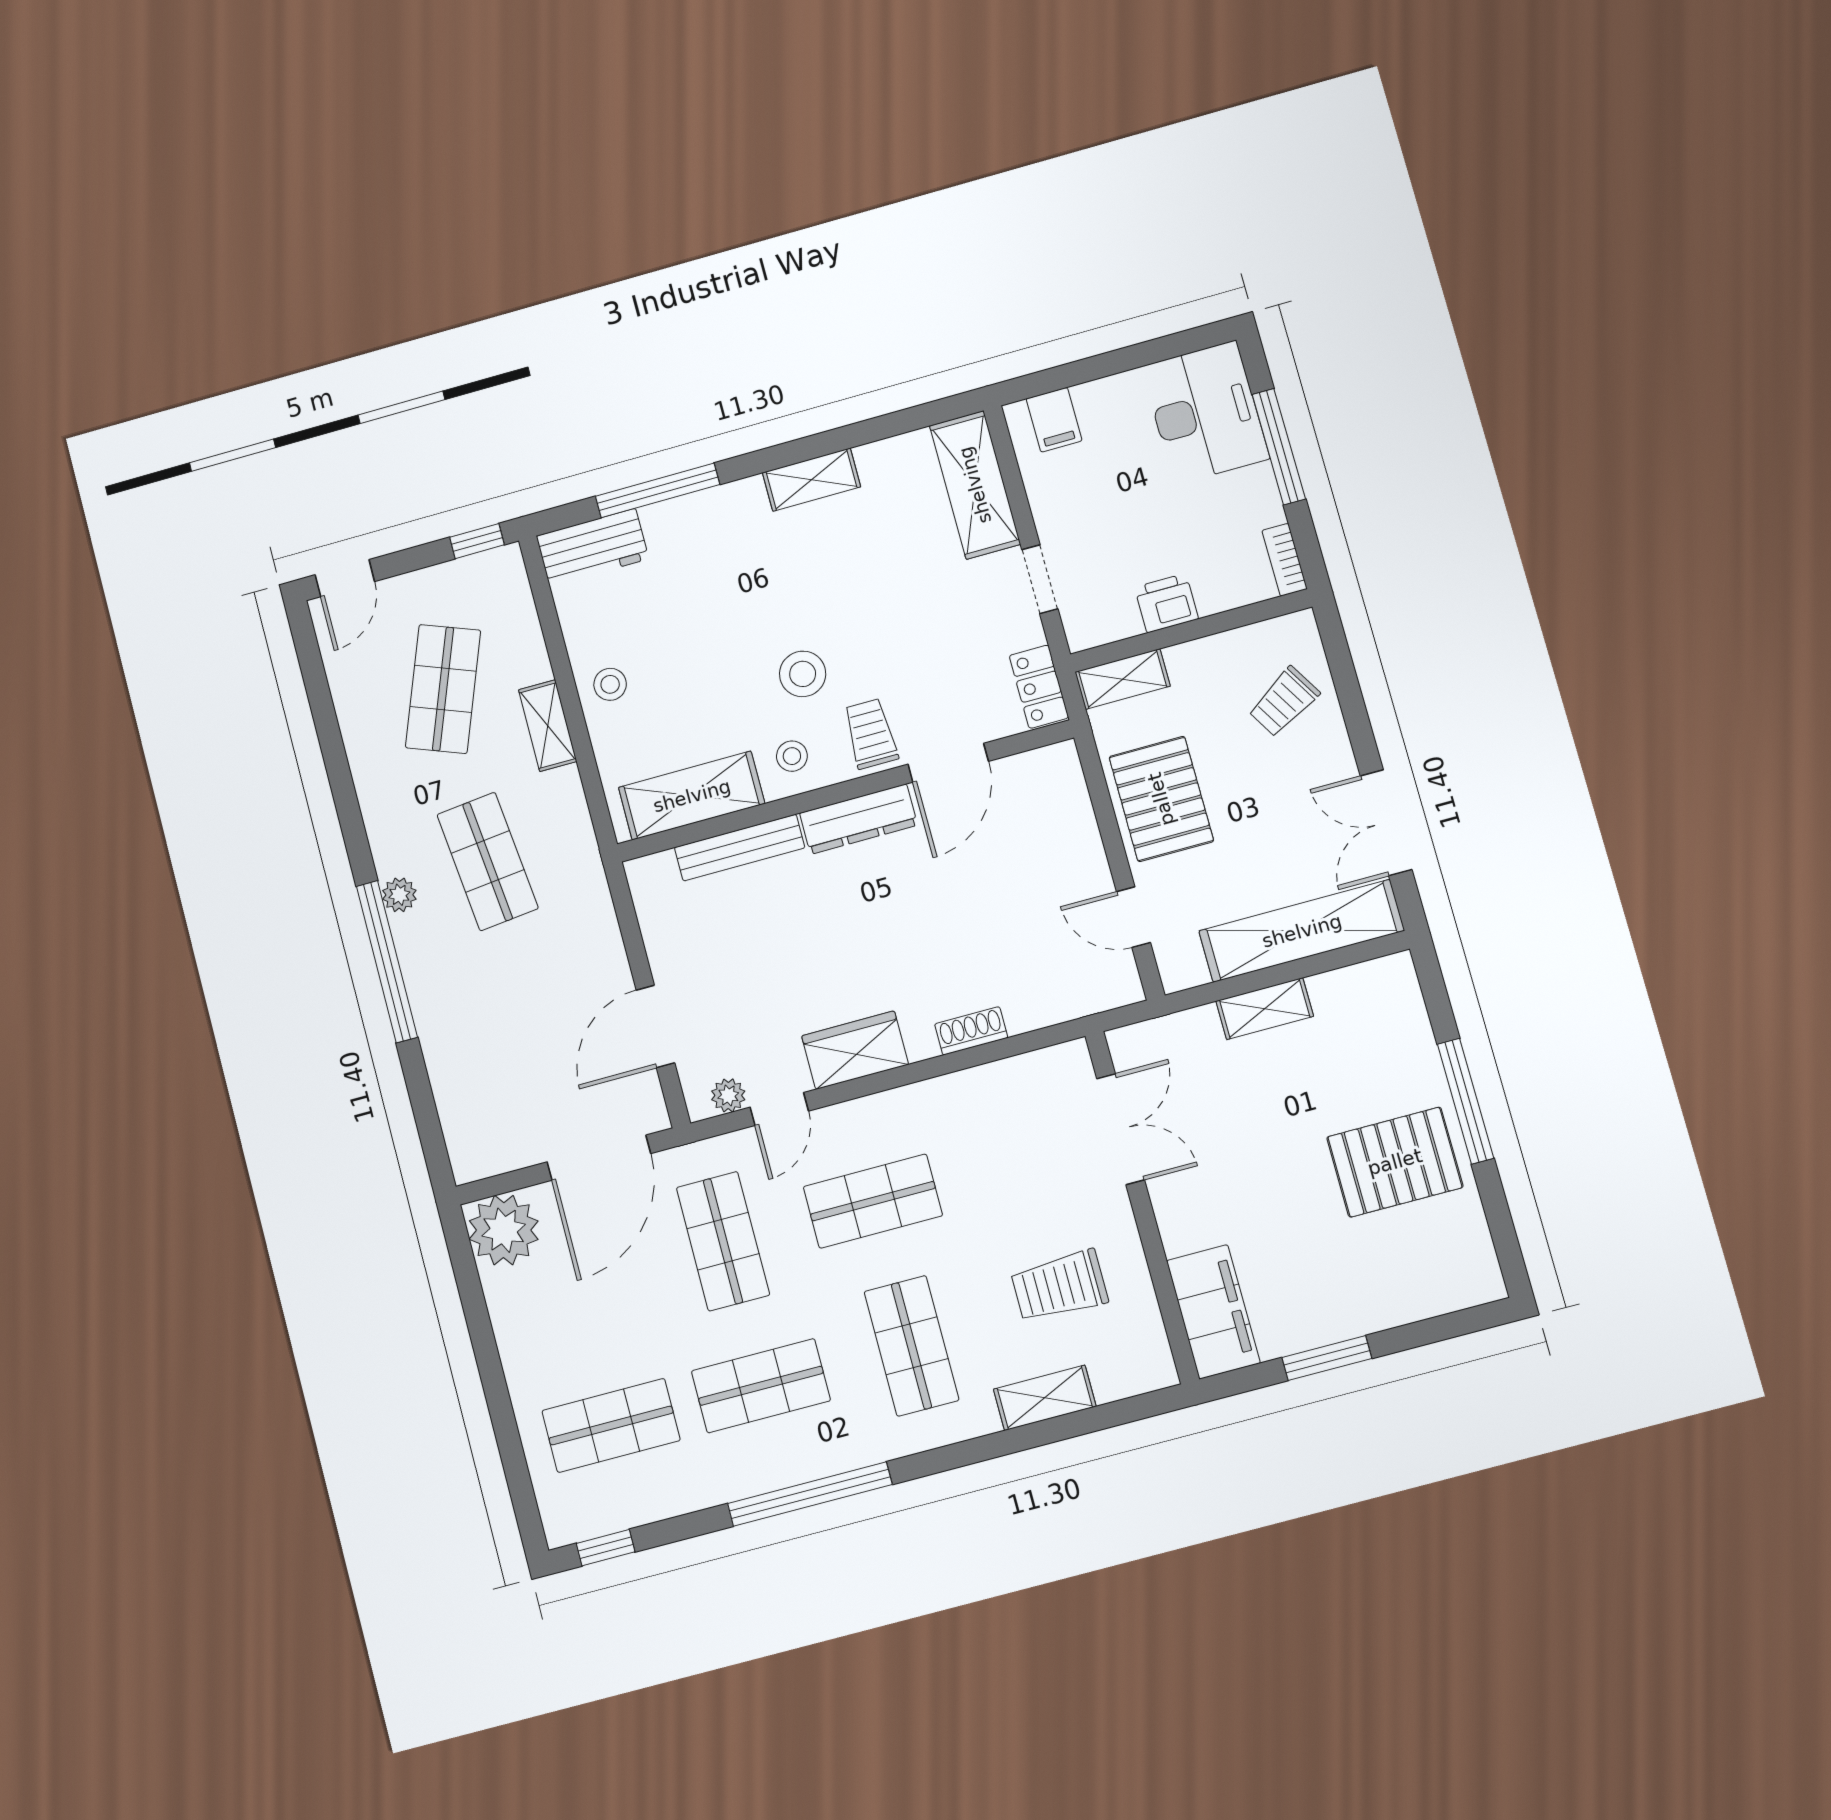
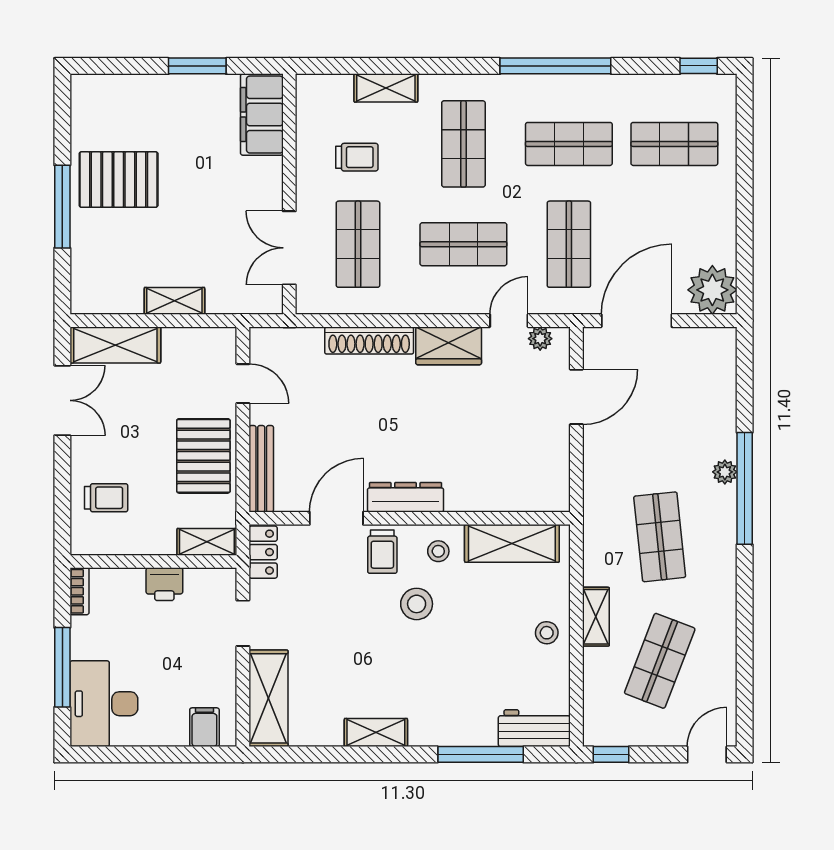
trolley: (1284, 702) -> (106, 498), turned 31
bench: (740, 848) -> (261, 469), moved, turned 90
plant: (399, 895) -> (725, 472), moved
shelving: (1302, 931) -> (115, 345), width x0.68
shoe rack: (971, 1031) -> (369, 341), width x1.94, depth x1.24
shop shelf: (1024, 1161) -> (358, 244), added
trolley: (1059, 1286) -> (357, 157), width x0.73, depth x0.72

